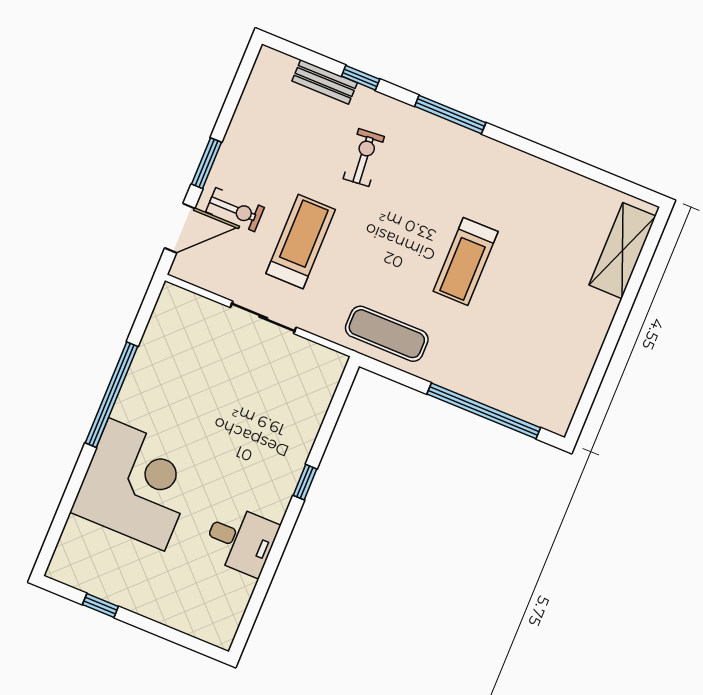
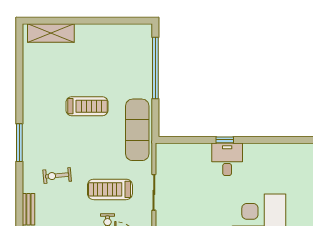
window: (361, 78) -> (19, 193), removed
exercise mat: (387, 334) -> (137, 130), width x1.36, depth x1.45
desk: (241, 540) -> (227, 159), moved

